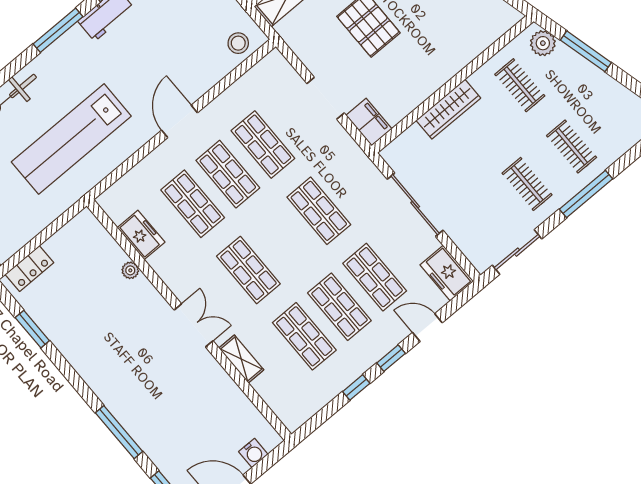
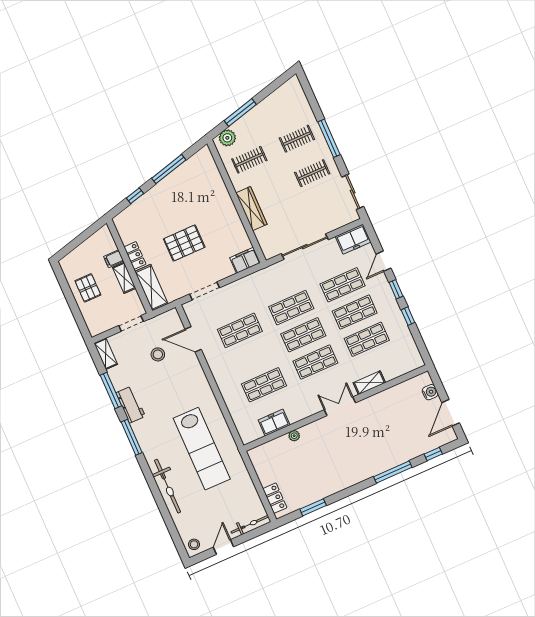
stool: (238, 43) -> (158, 354), moved
doorway: (326, 98) -> (205, 291), moved
door: (179, 121) -> (193, 339), moved
shop shelf: (228, 174) -> (303, 335), moved

